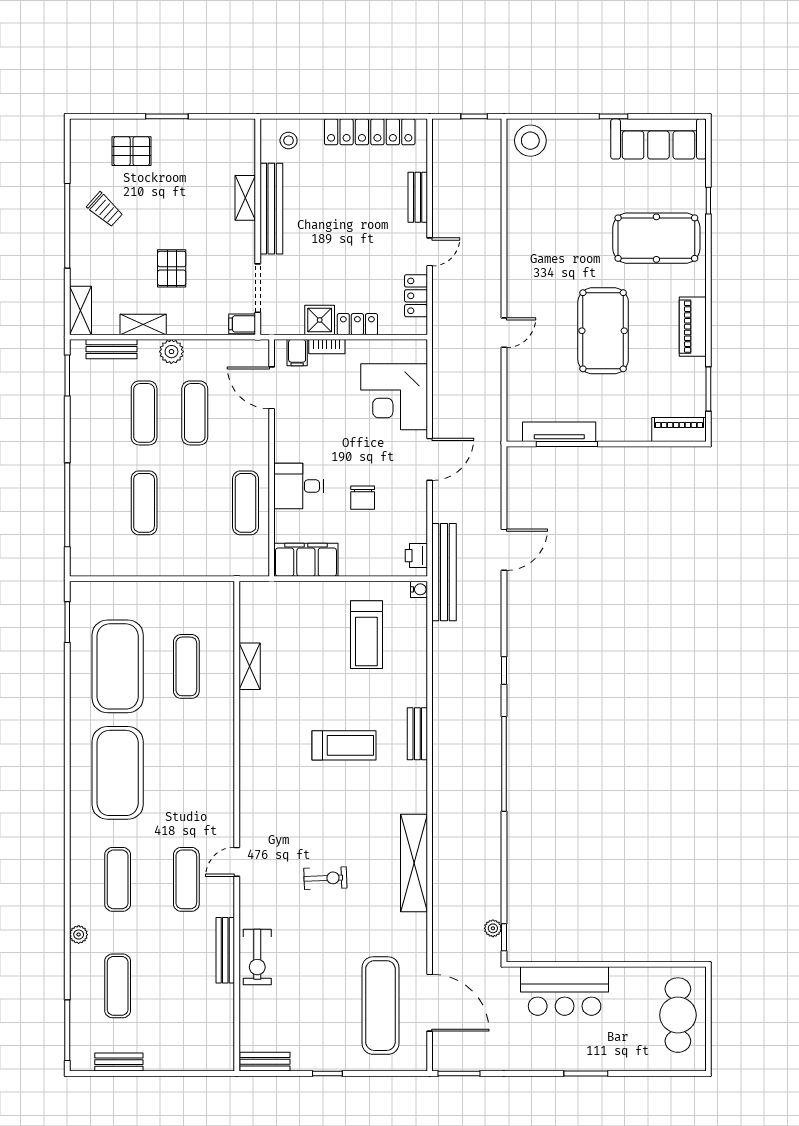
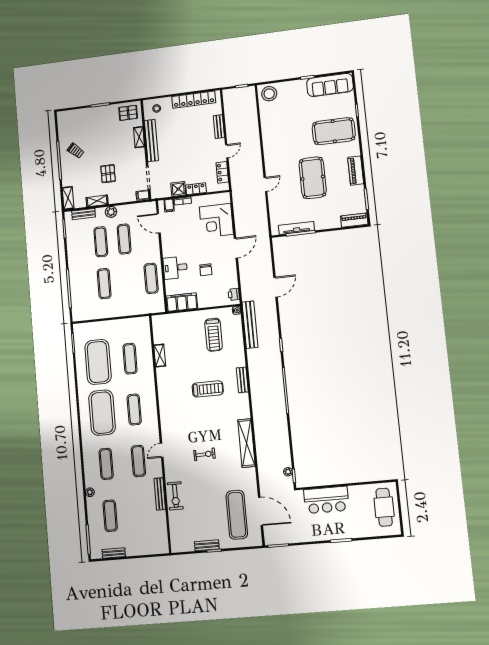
pallet: (132, 151) -> (128, 113), moved
bench: (444, 572) -> (250, 325), moved
exercise mat: (186, 773) -> (134, 410), added
bench: (265, 1062) -> (207, 545), moved

